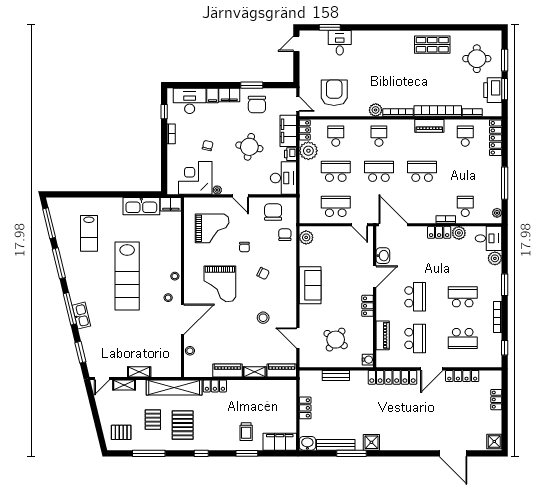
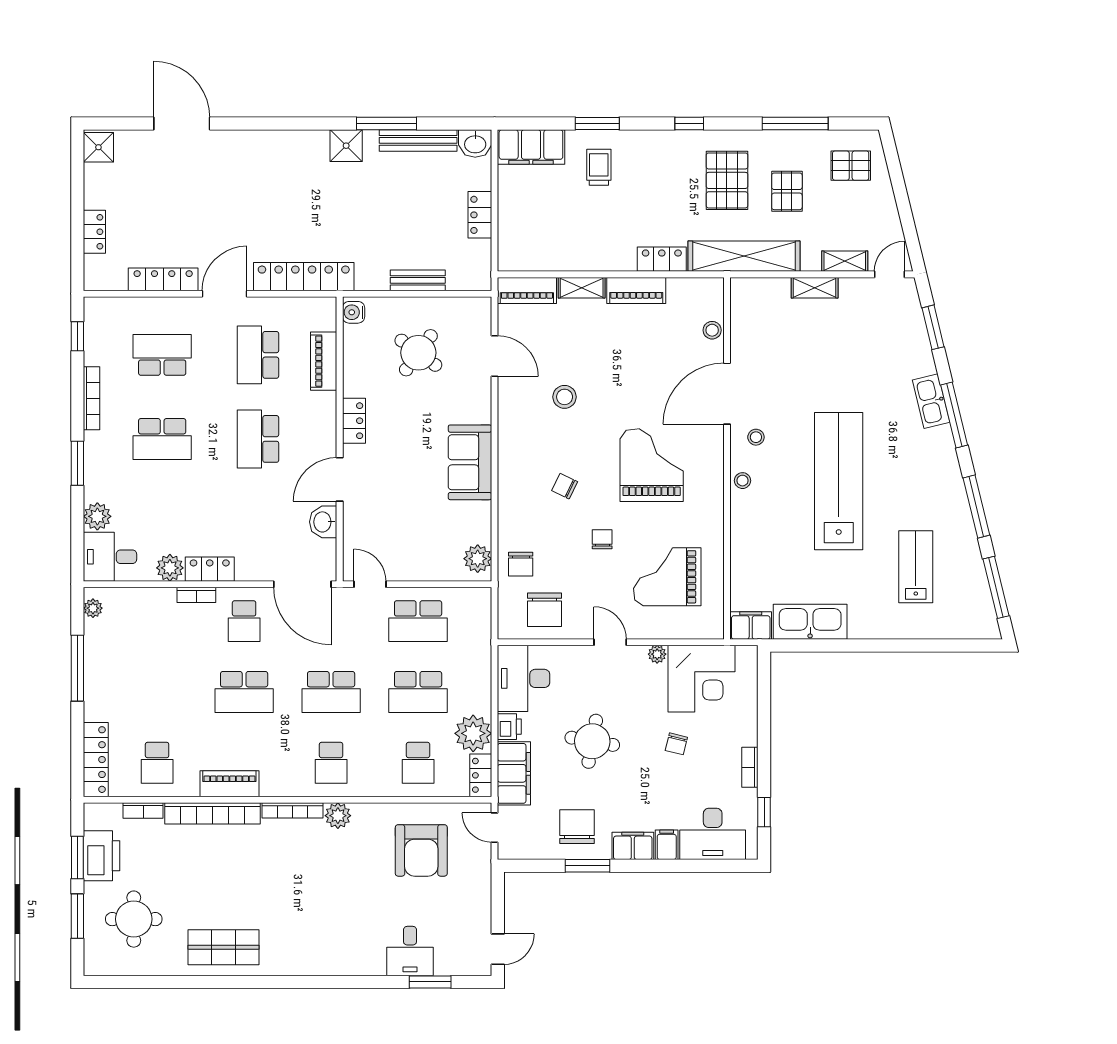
school desk: (465, 206) -> (244, 621), moved

